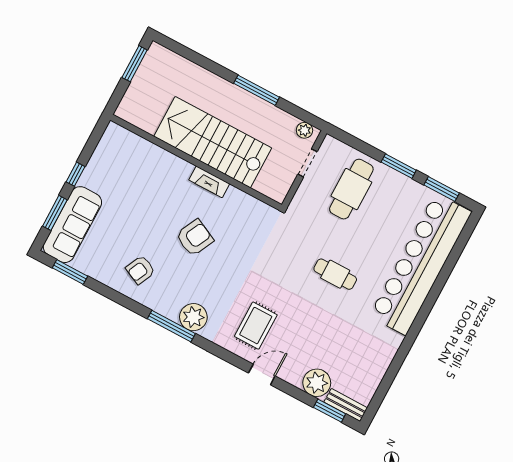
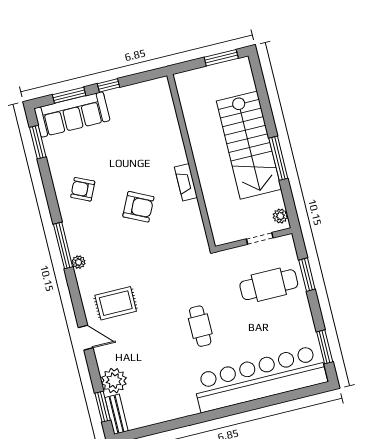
stairs: (213, 142) -> (249, 145), moved, turned 180
window: (399, 166) -> (307, 275), moved
plant: (193, 317) -> (79, 262), width x0.53, depth x0.53

